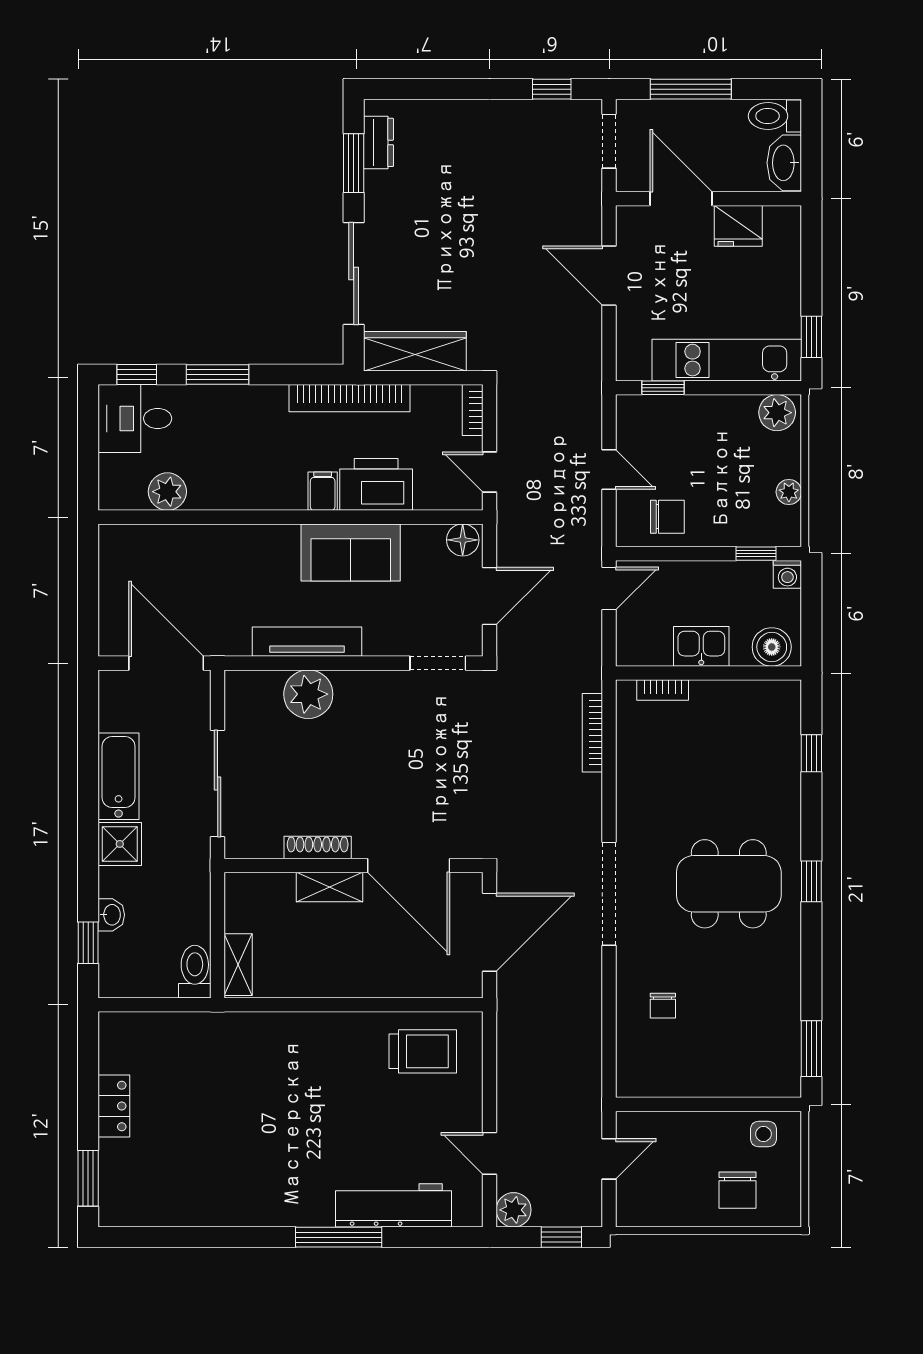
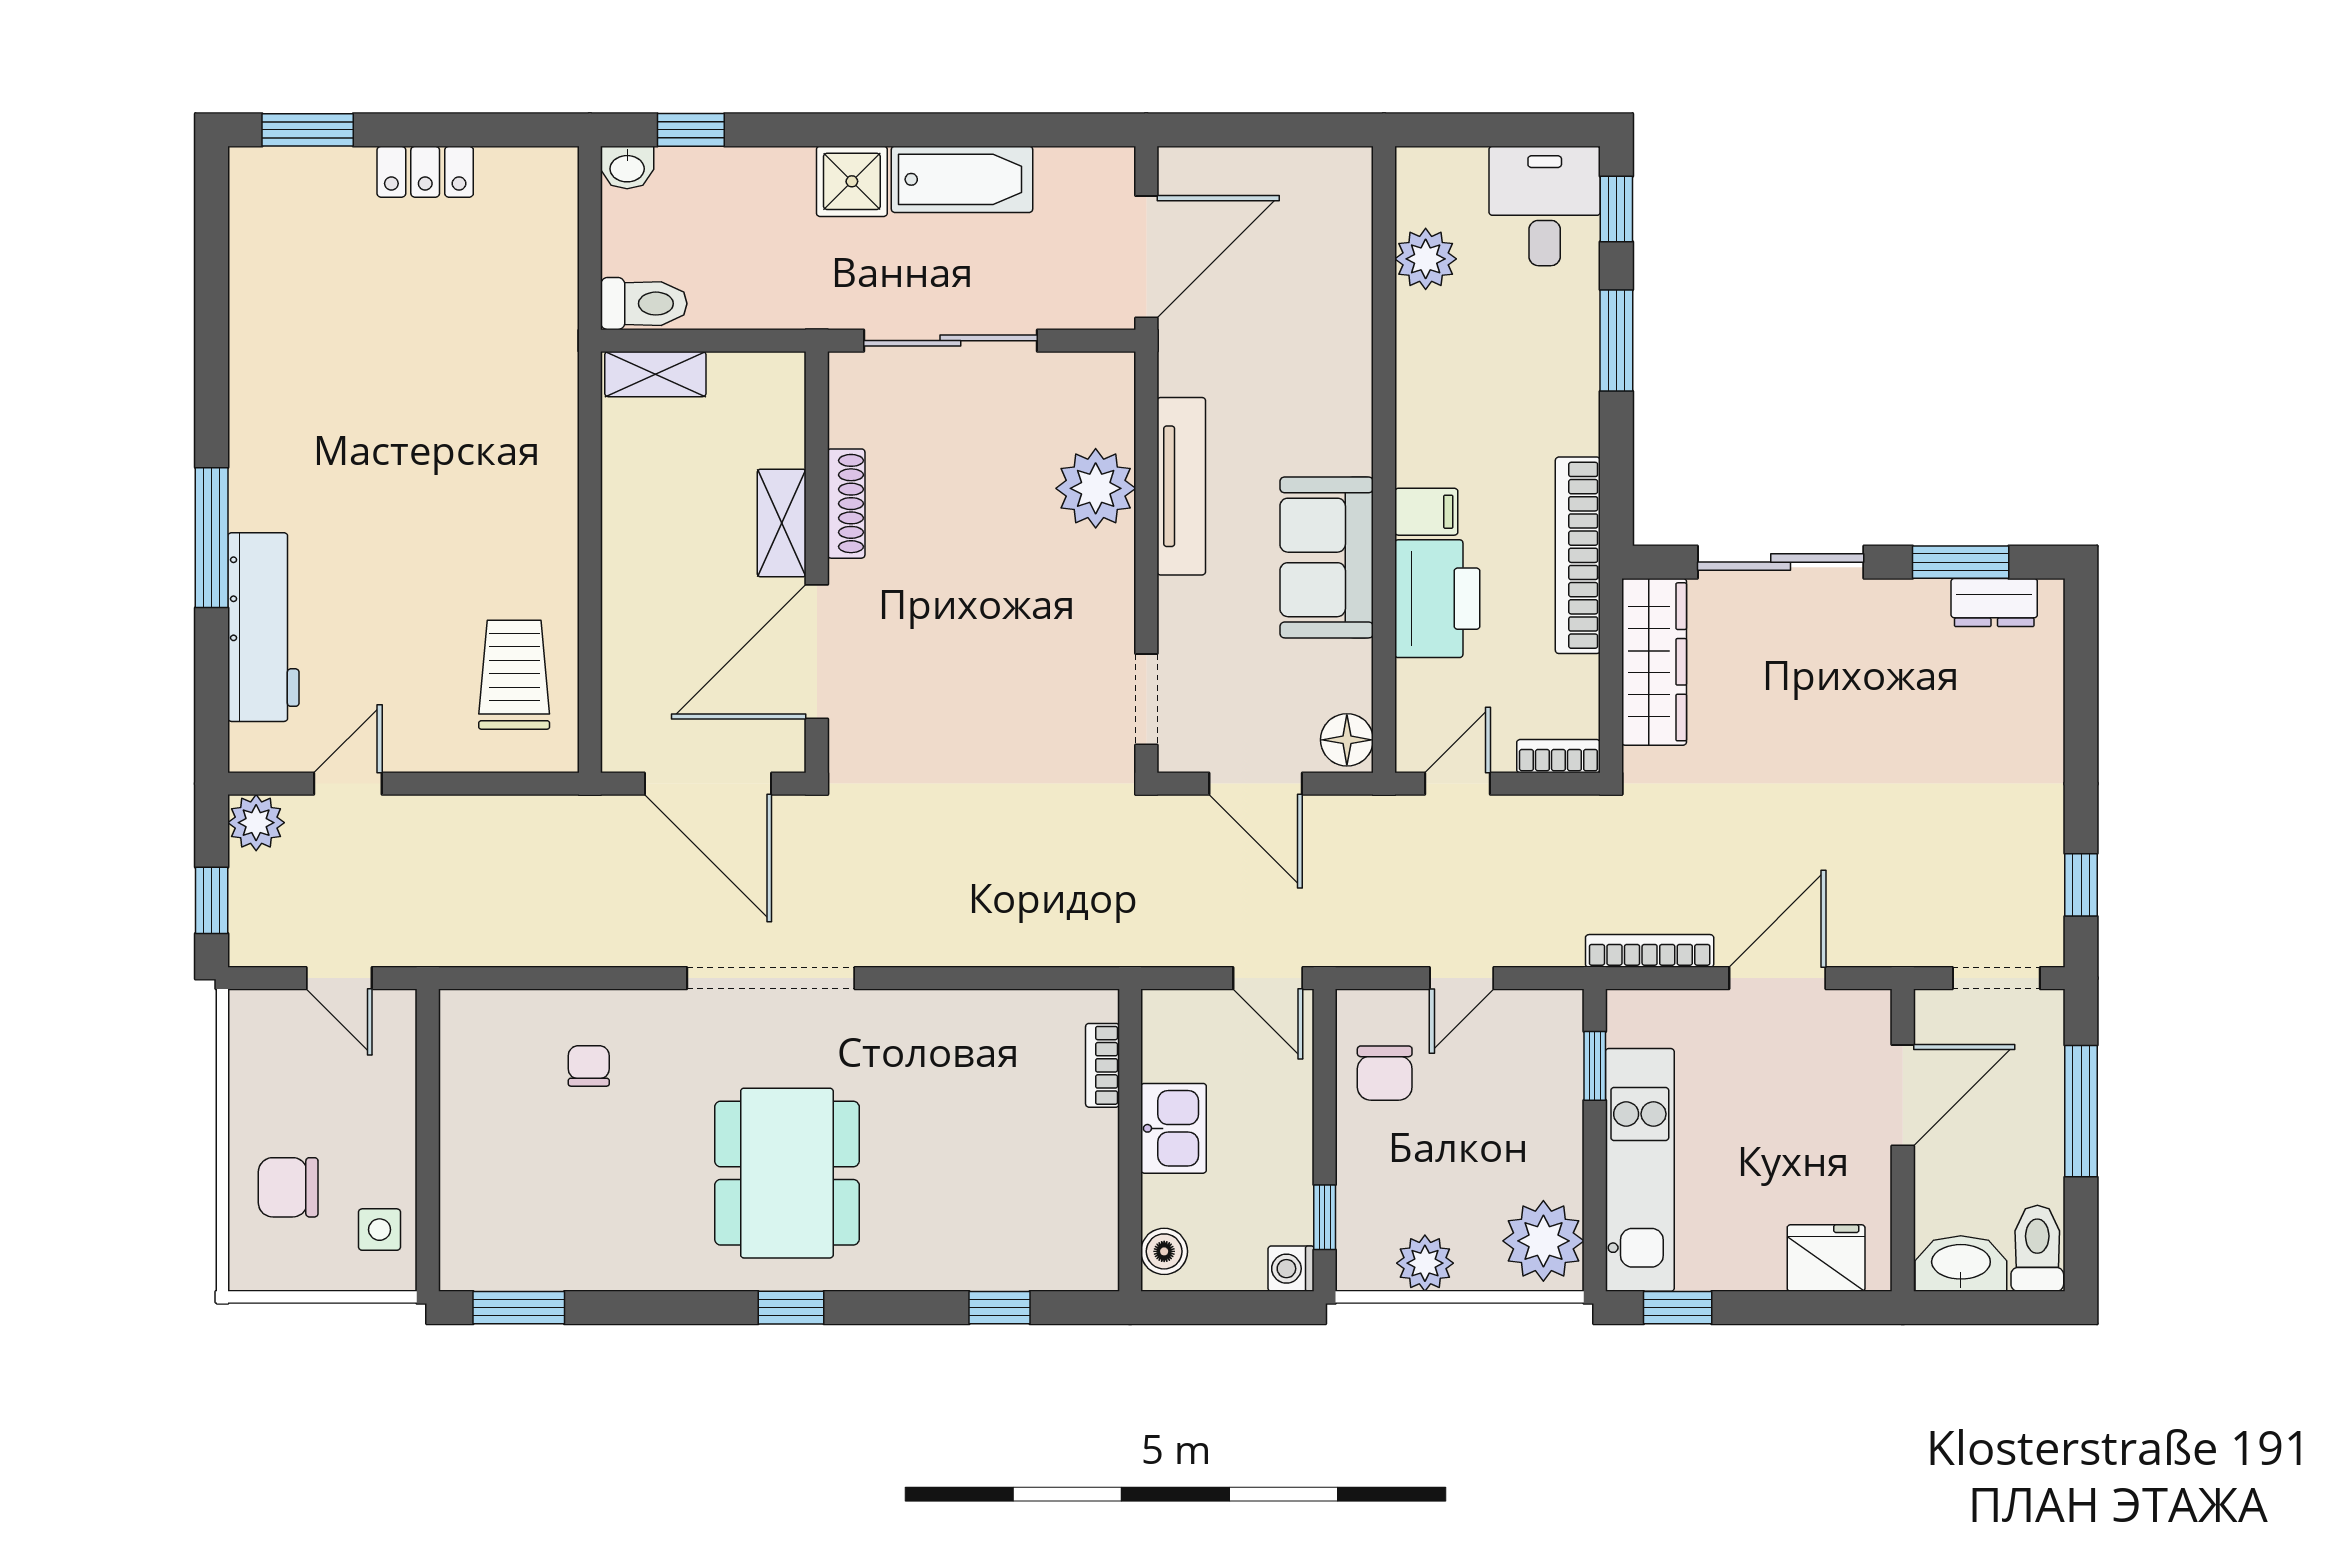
fridge: (738, 226) -> (1826, 1258), moved, turned 90
plant: (777, 413) -> (1543, 1241), width x1.36, depth x1.36
plant: (789, 492) -> (1425, 1263), width x1.38, depth x1.38
boiler: (772, 647) -> (1164, 1251), width x0.73, depth x0.73
bookcase: (592, 733) -> (1650, 951), moved
washbasin: (111, 915) -> (627, 167), moved
chair: (663, 1006) -> (589, 1066), turned 90
trolley: (423, 1051) -> (514, 675), turned 180

